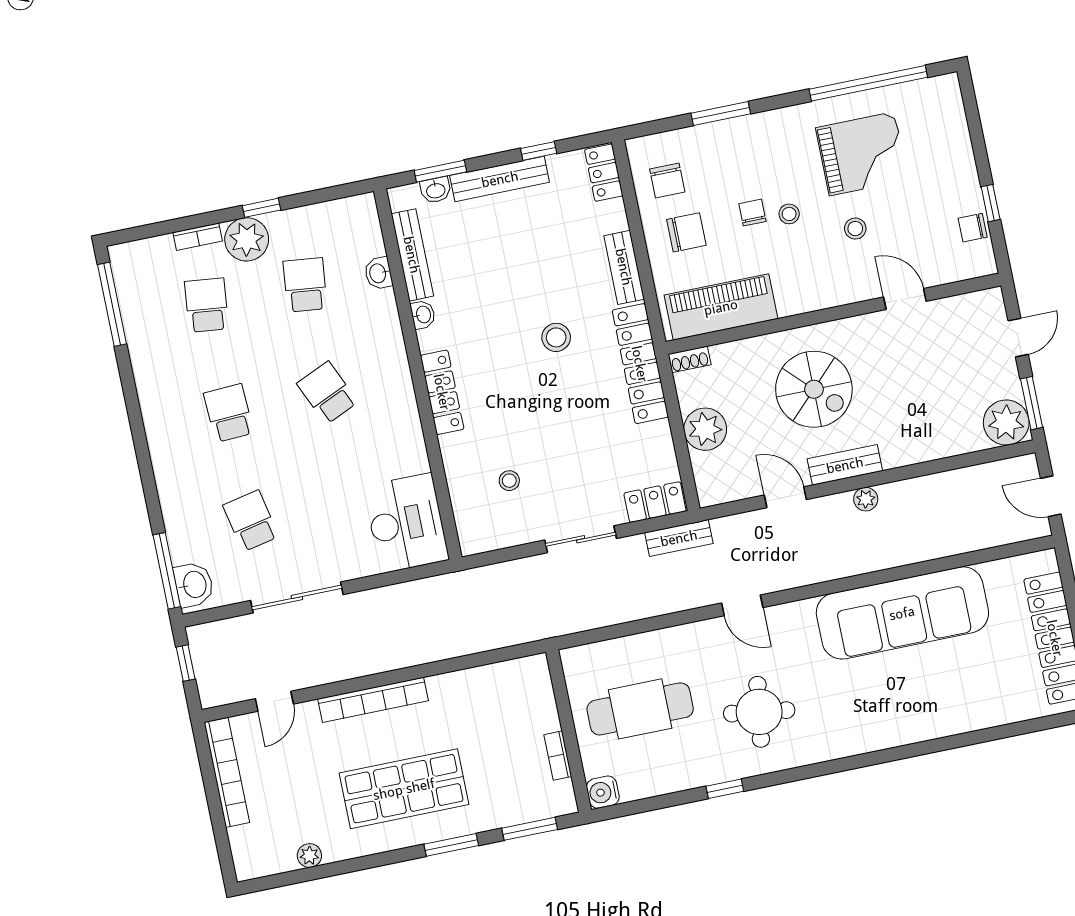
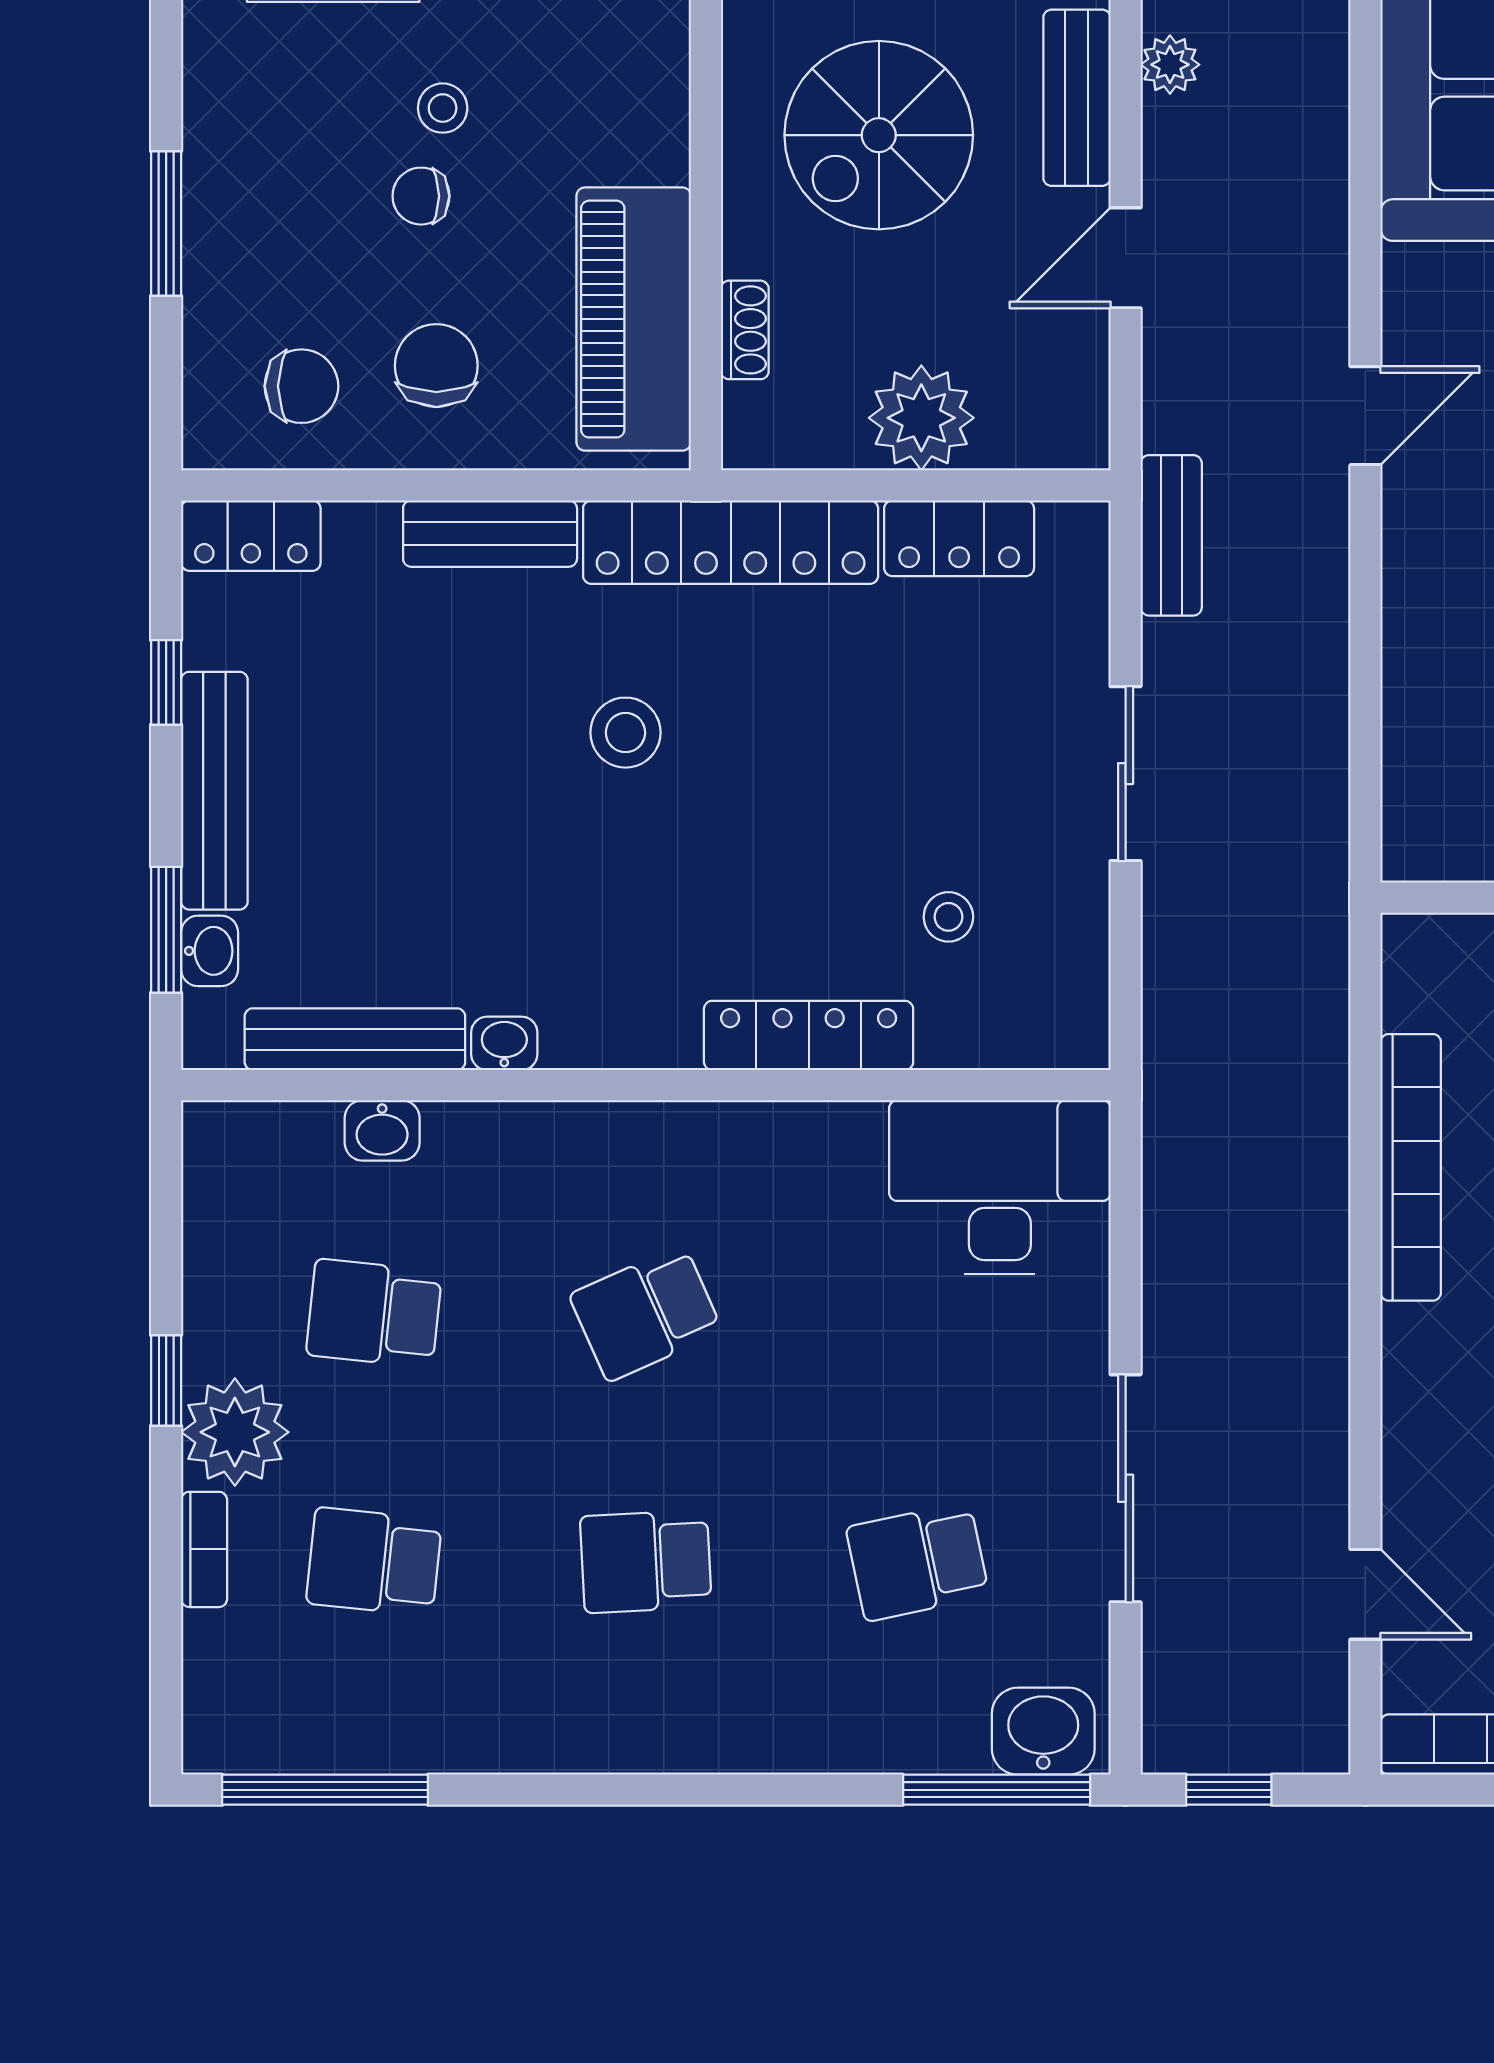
shoe rack: (689, 359) -> (745, 330), moved
spiral stairs: (814, 389) -> (879, 135), turned 180
locker: (442, 392) -> (809, 1035), moved
locker: (655, 502) -> (959, 538), moved, turned -90
bookcase: (373, 700) -> (1411, 1167), moved

